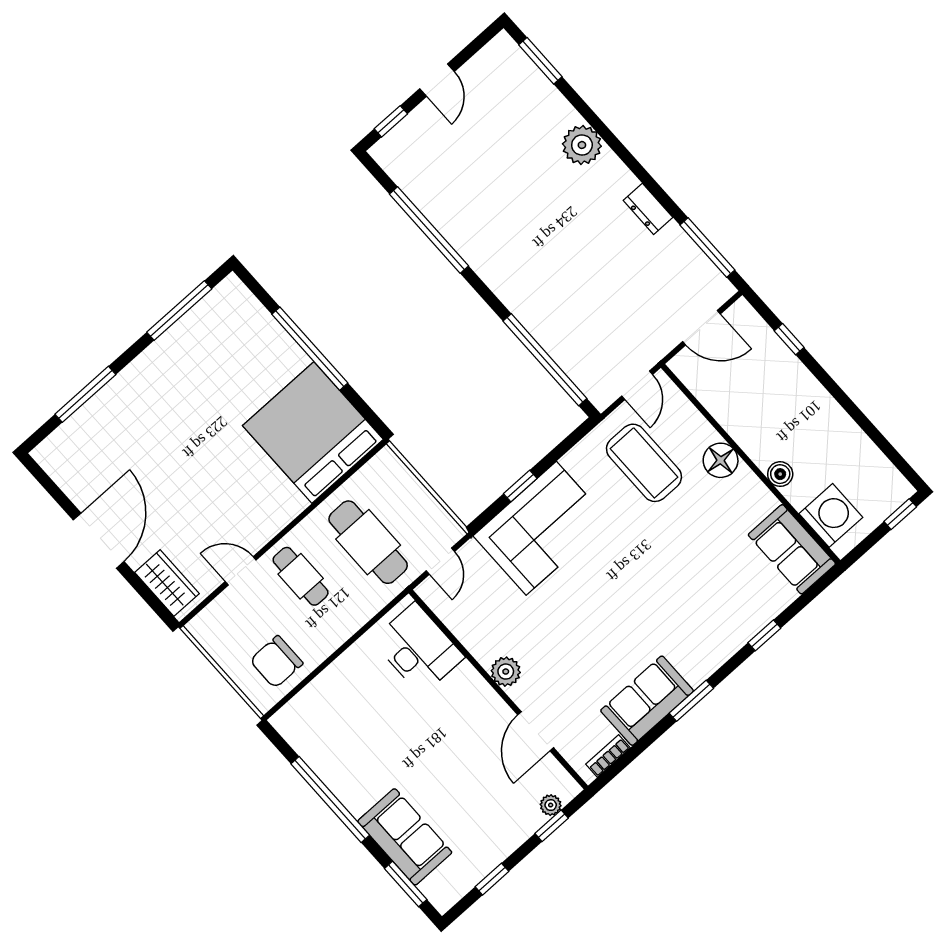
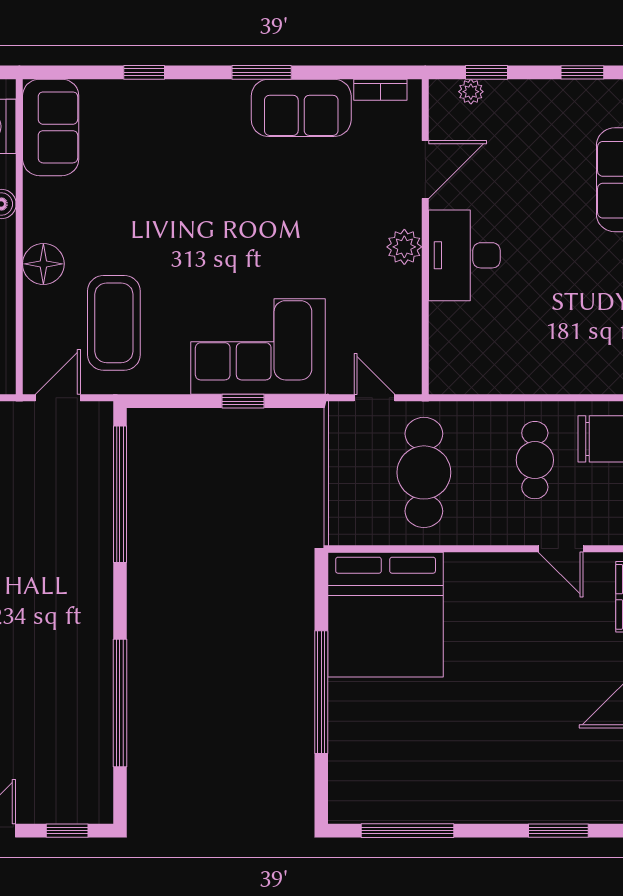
window: (85, 394) -> (558, 831), width x0.69
door: (440, 561) -> (374, 398), hinge flipped
cafe table: (301, 576) -> (535, 460), moved
desk: (418, 649) -> (464, 255), moved

